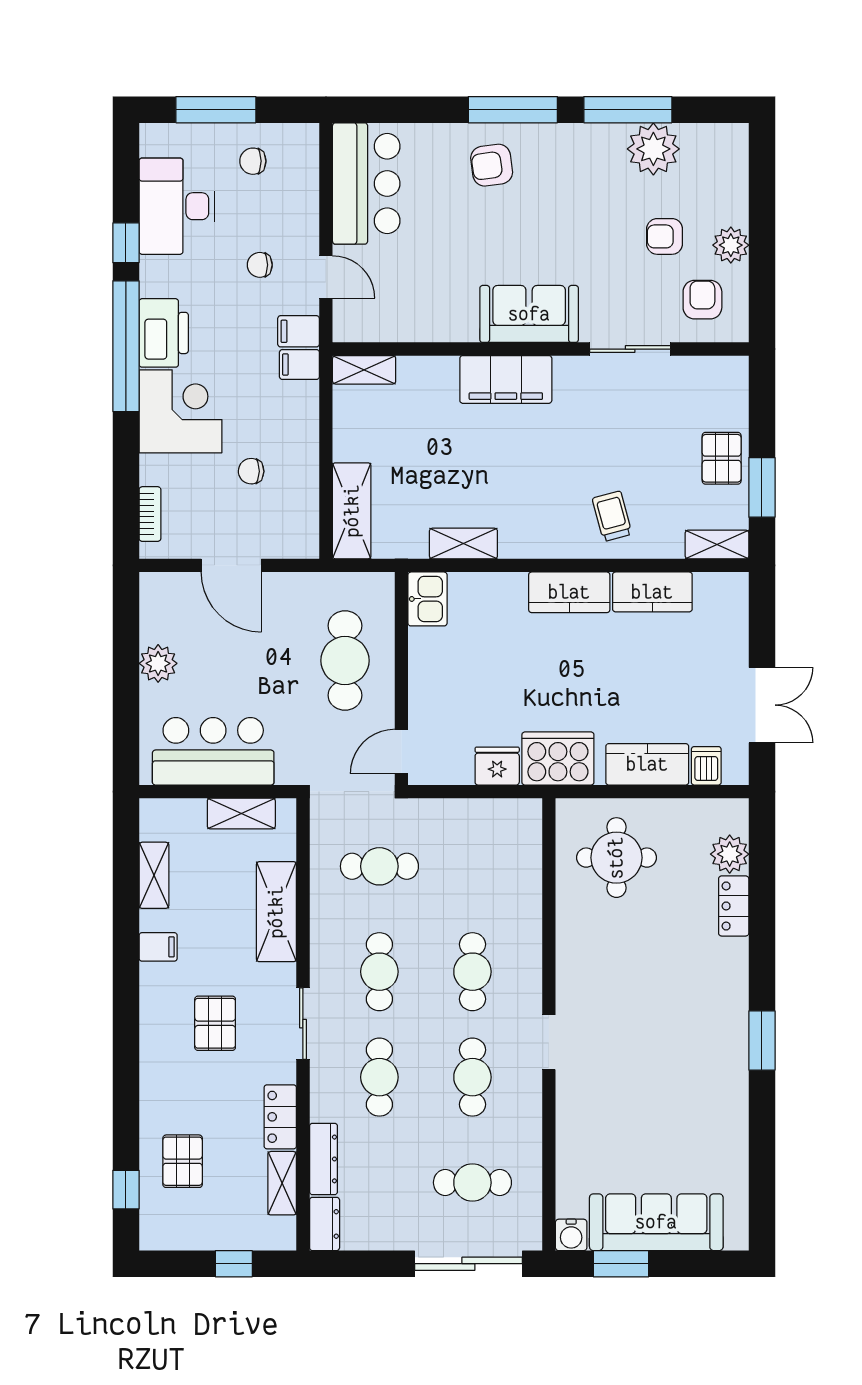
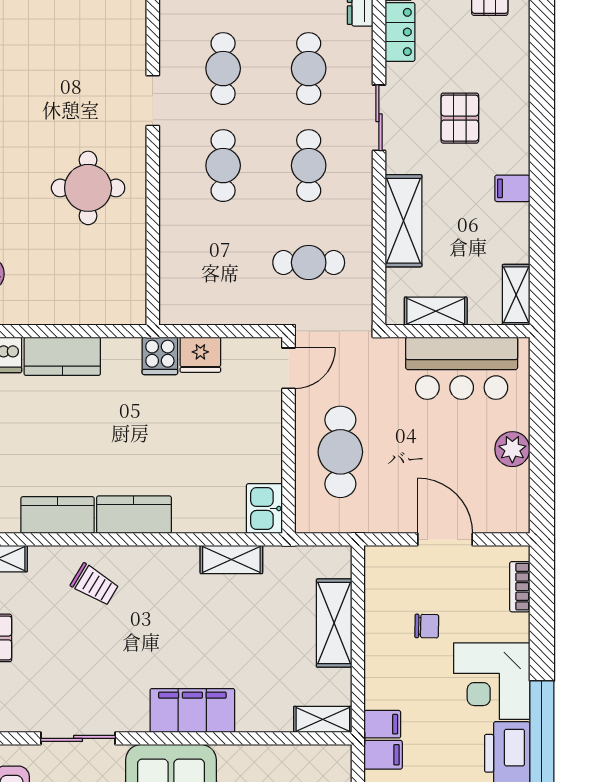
shelving: (352, 511) -> (334, 623), moved
trolley: (612, 516) -> (95, 585), turned -44
cooker: (558, 758) -> (160, 356), width x0.53, depth x0.76
round table: (616, 858) -> (88, 188), moved
shelving: (154, 875) -> (516, 295), moved

